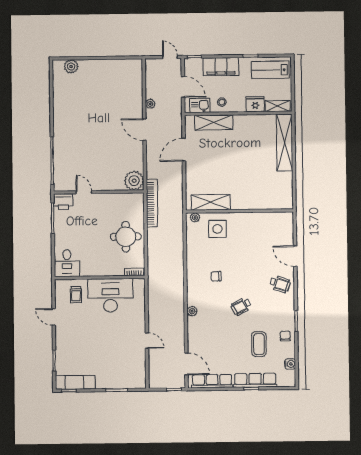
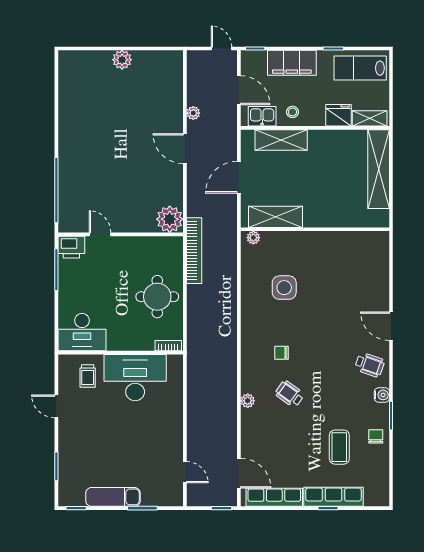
plant: (71, 66) -> (122, 60), moved
shelving: (211, 202) -> (275, 217), moved
wall: (239, 211) -> (315, 229), moved
plant: (195, 218) -> (253, 238), moved
desk: (67, 263) -> (82, 332), width x1.37
wheelchair: (241, 306) -> (290, 394), moved, turned 64
door: (147, 341) -> (185, 472), moved
water cooler: (290, 364) -> (382, 395), moved
exam couch: (75, 382) -> (113, 497), moved

